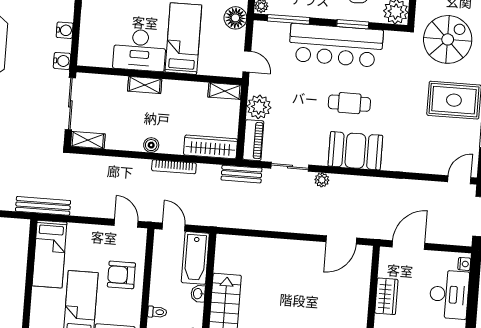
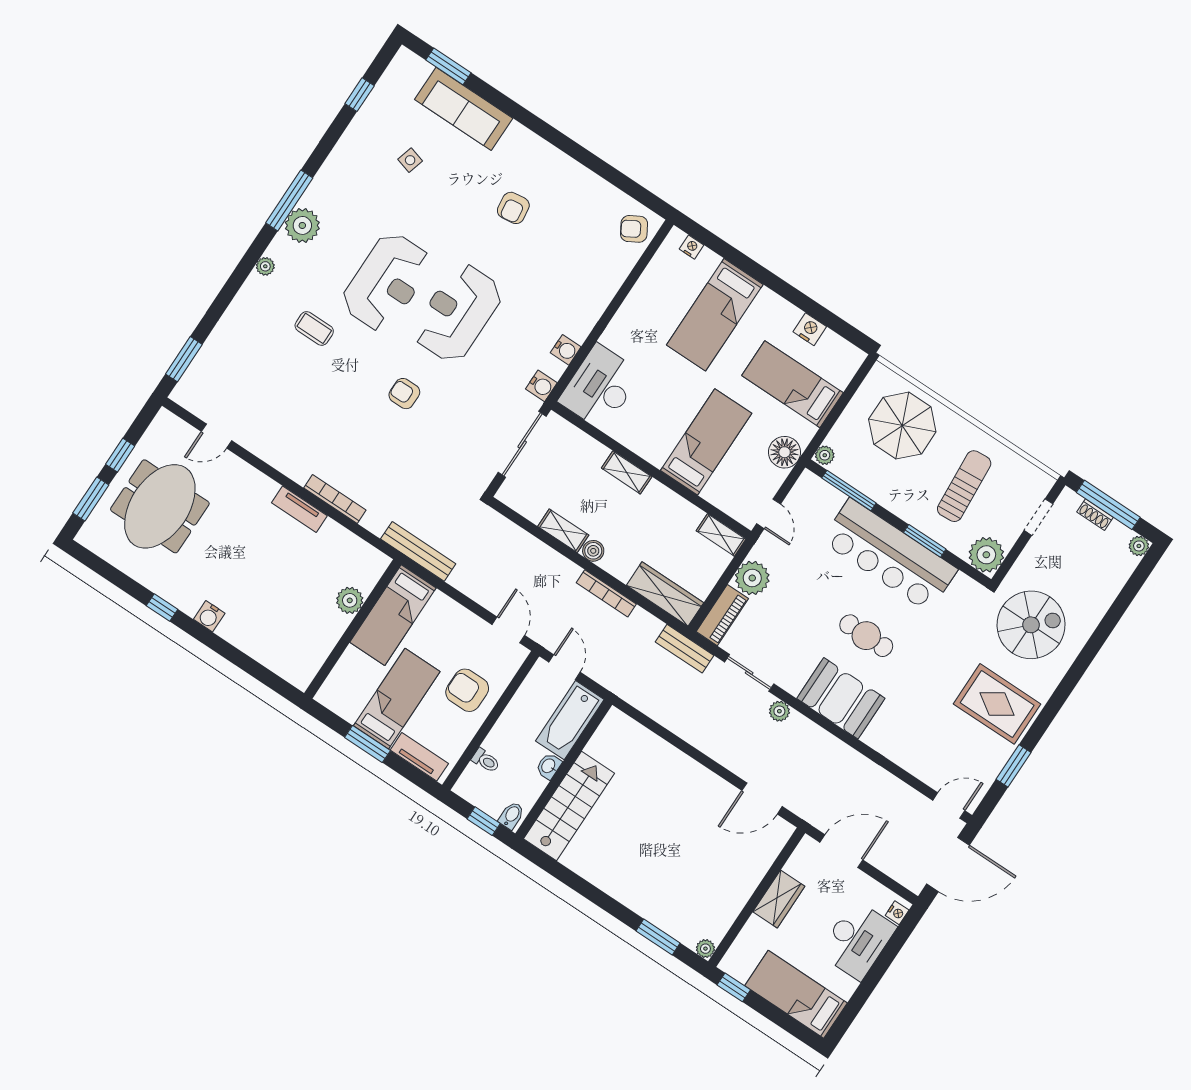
desk: (140, 50) -> (600, 387), moved, turned 90
shelving: (88, 140) -> (563, 531), moved
plant: (18, 260) -> (350, 600), added

